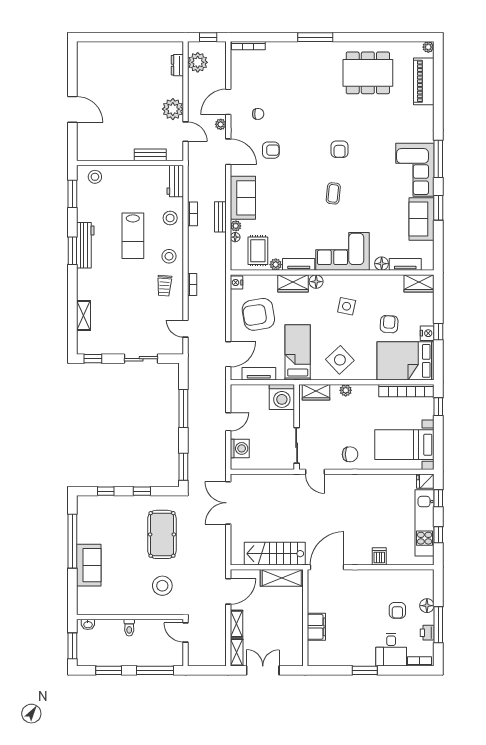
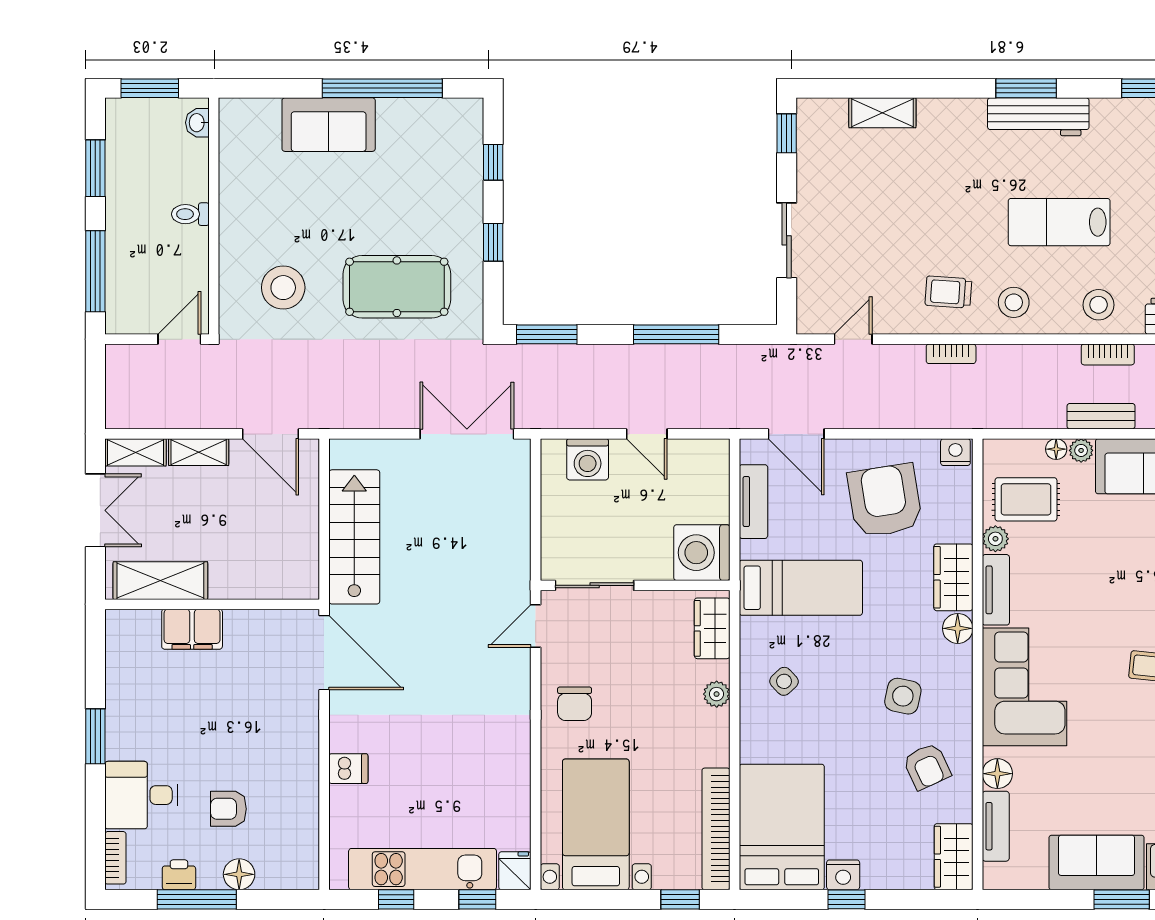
armchair: (389, 324) -> (927, 766), moved, turned 61
side table: (340, 360) -> (784, 681), width x0.54, depth x0.54
shelving: (282, 578) -> (160, 581), moved, turned 90

